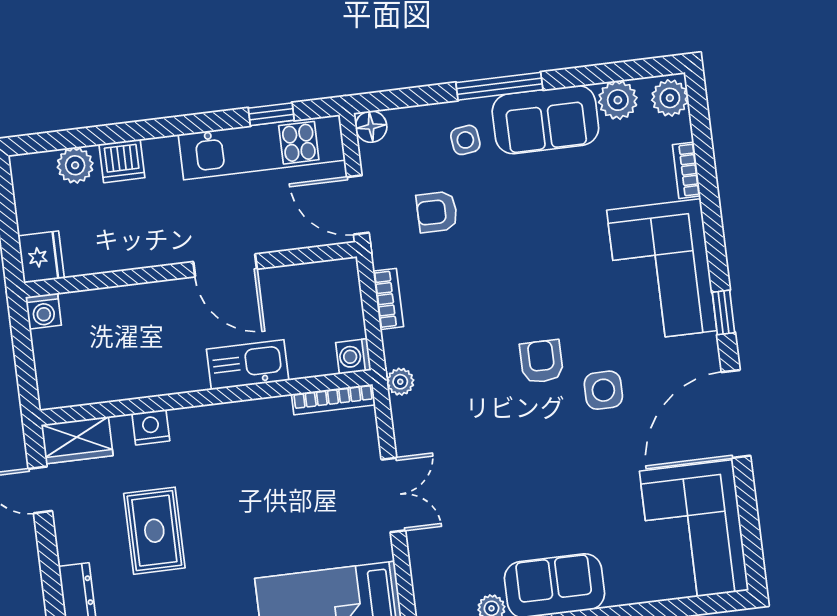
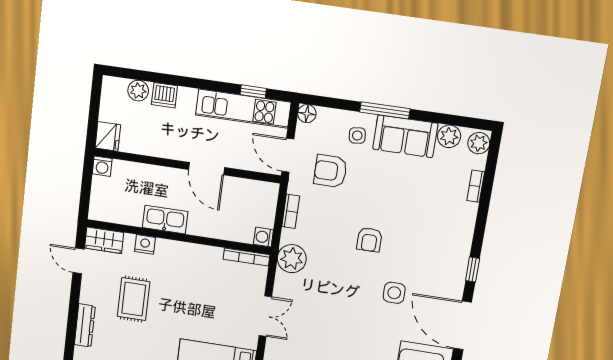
armchair: (437, 212) -> (330, 171), width x1.38, depth x1.38
corner sofa: (662, 270) -> (445, 237), removed
armchair: (541, 361) -> (369, 240), moved, turned 180
kitchen sink: (248, 365) -> (165, 220), moved
plant: (400, 382) -> (292, 259), width x1.88, depth x1.88
door: (736, 414) -> (463, 325), hinge flipped

